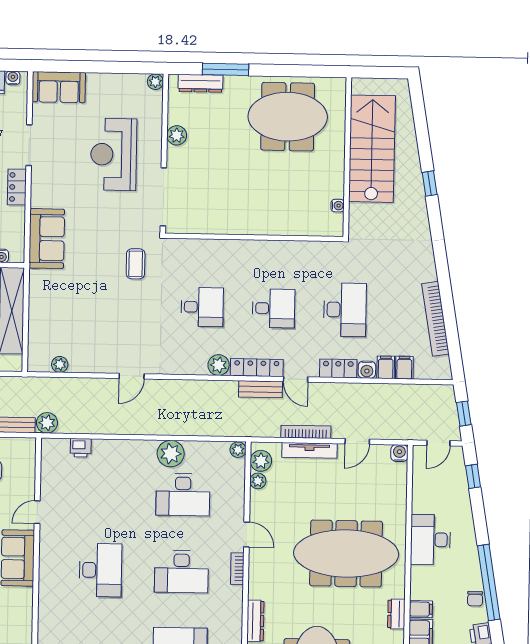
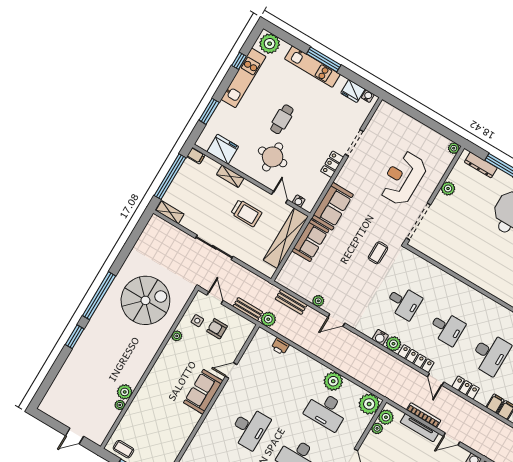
sofa: (59, 87) -> (310, 240), moved, turned -90
plant: (60, 364) -> (318, 301), moved
water cooler: (367, 370) -> (380, 337), moved
bench: (261, 389) -> (291, 302), moved
plant: (238, 450) -> (369, 404), width x1.88, depth x1.88

